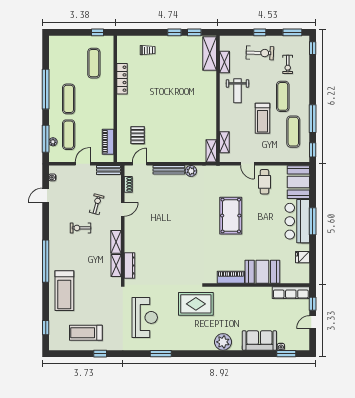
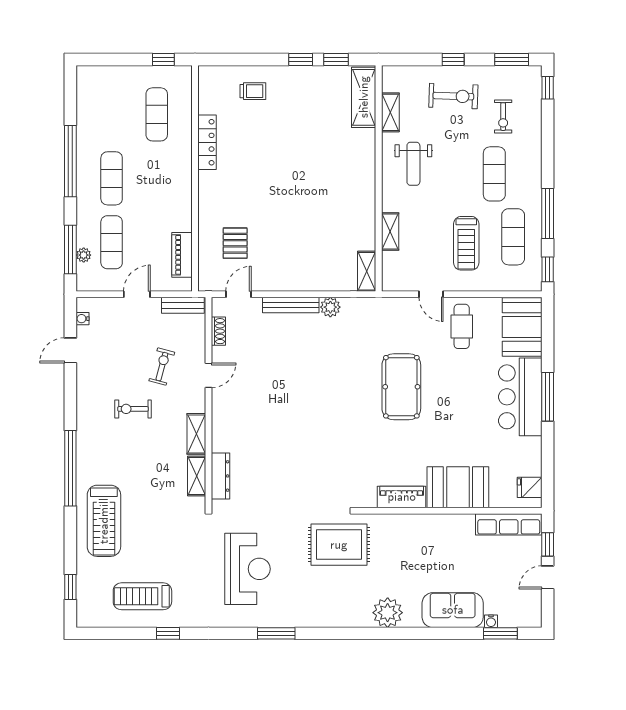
treadmill: (263, 118) -> (466, 243), moved
shelving: (224, 142) -> (390, 231), moved
fridge: (303, 257) -> (530, 487), moved

